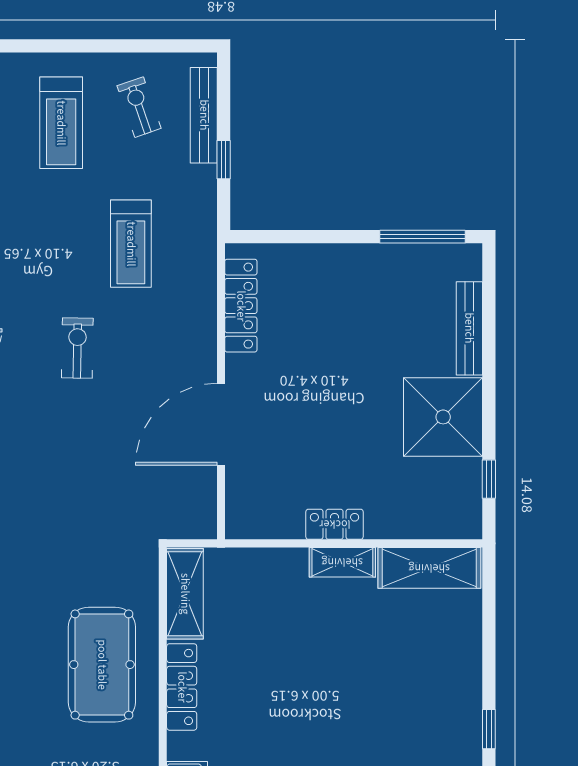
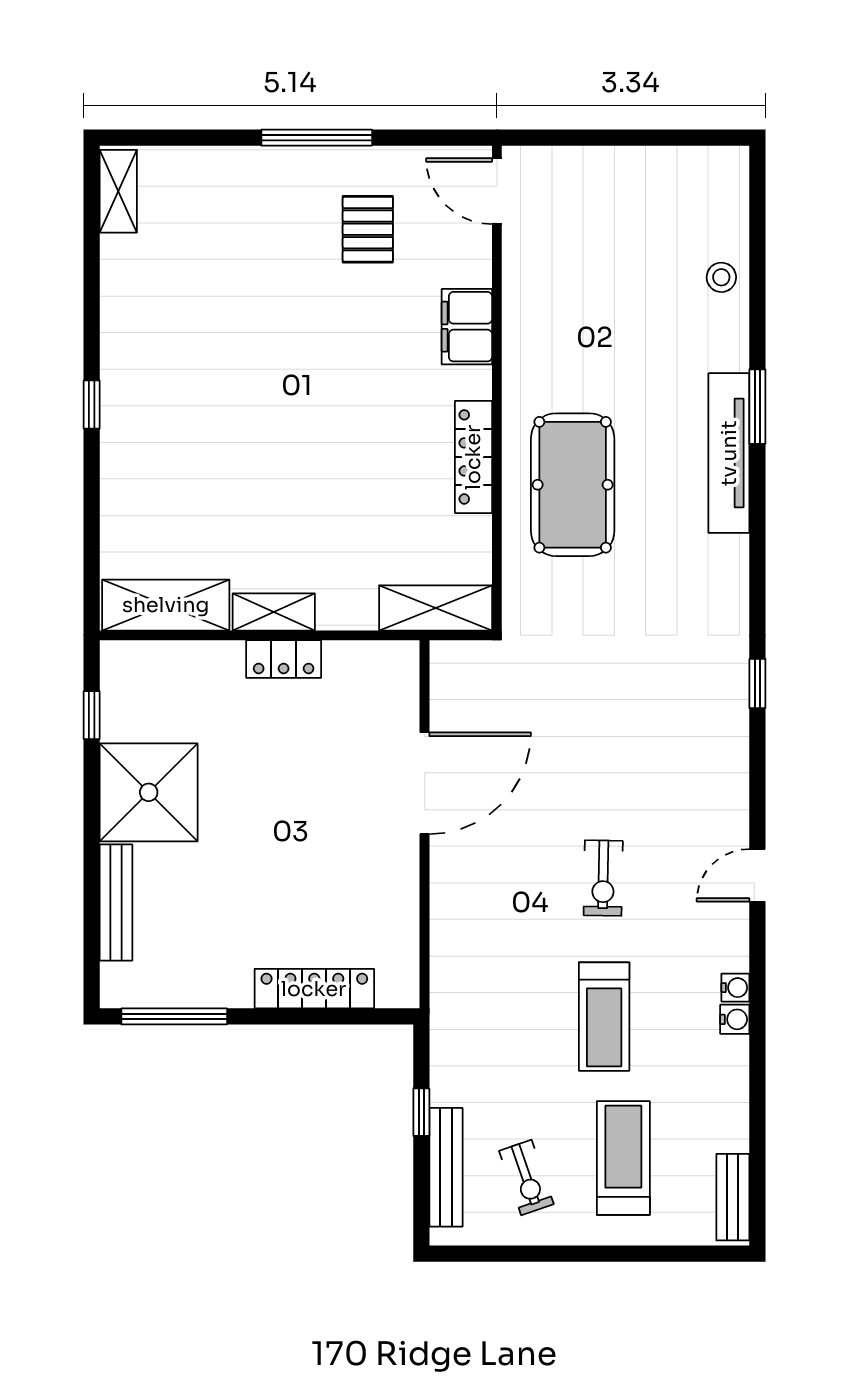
treadmill: (131, 244) -> (604, 1017), moved, turned 180
locker: (241, 306) -> (314, 989), moved, turned 90
shelving: (185, 594) -> (436, 608), moved, turned 90

